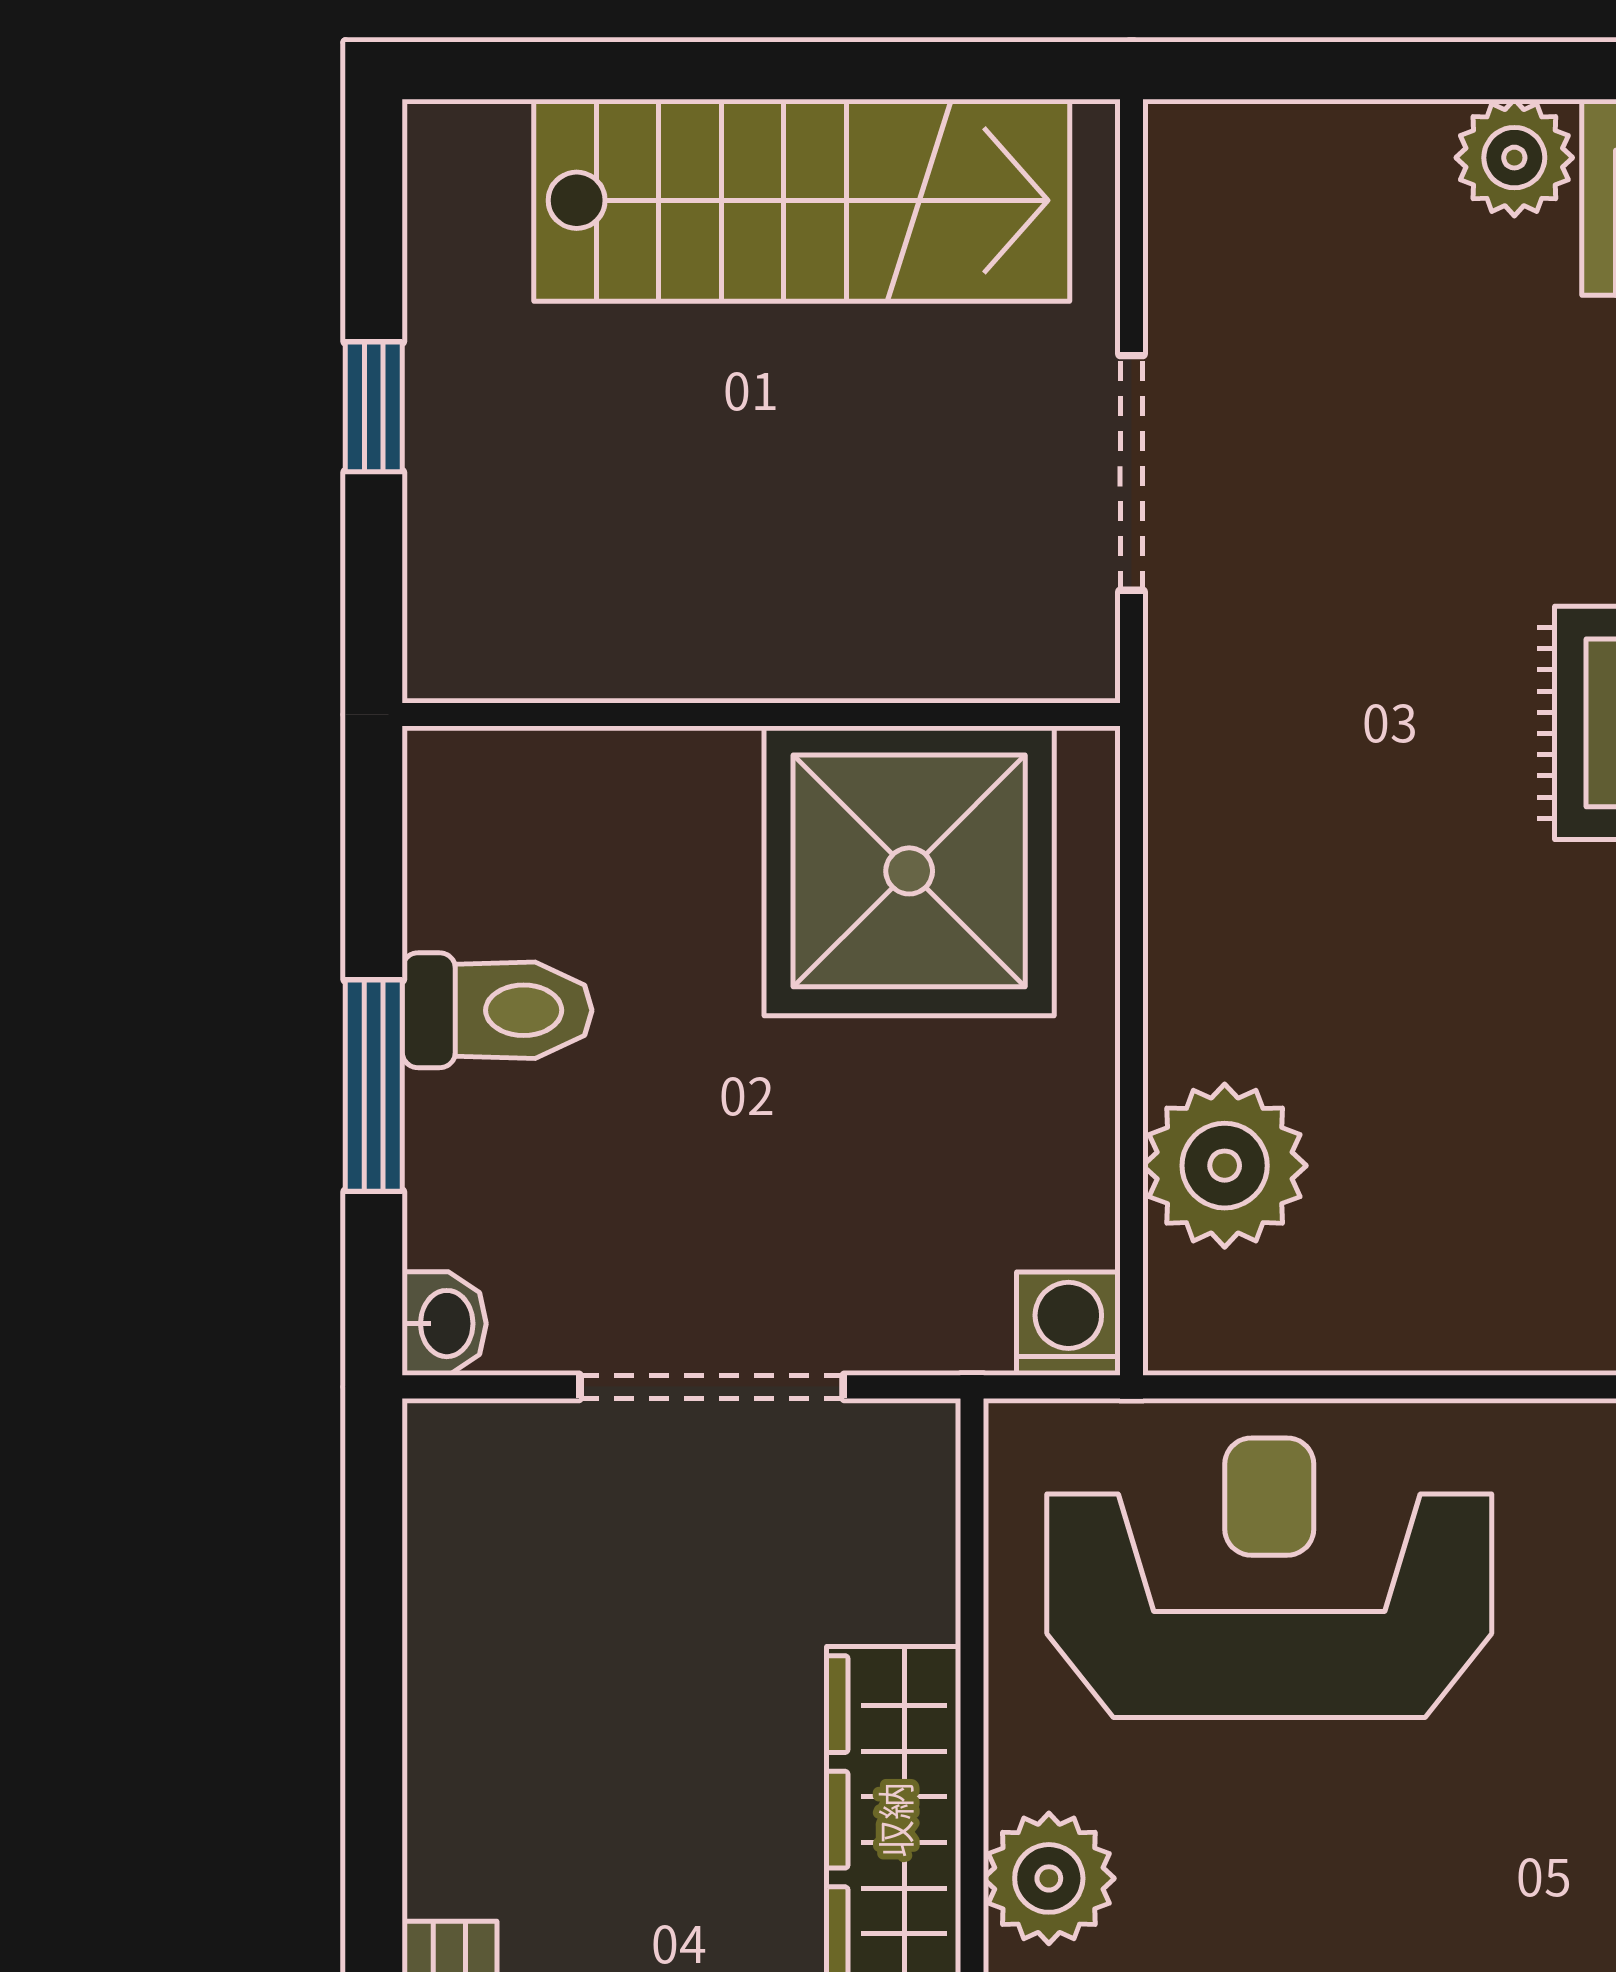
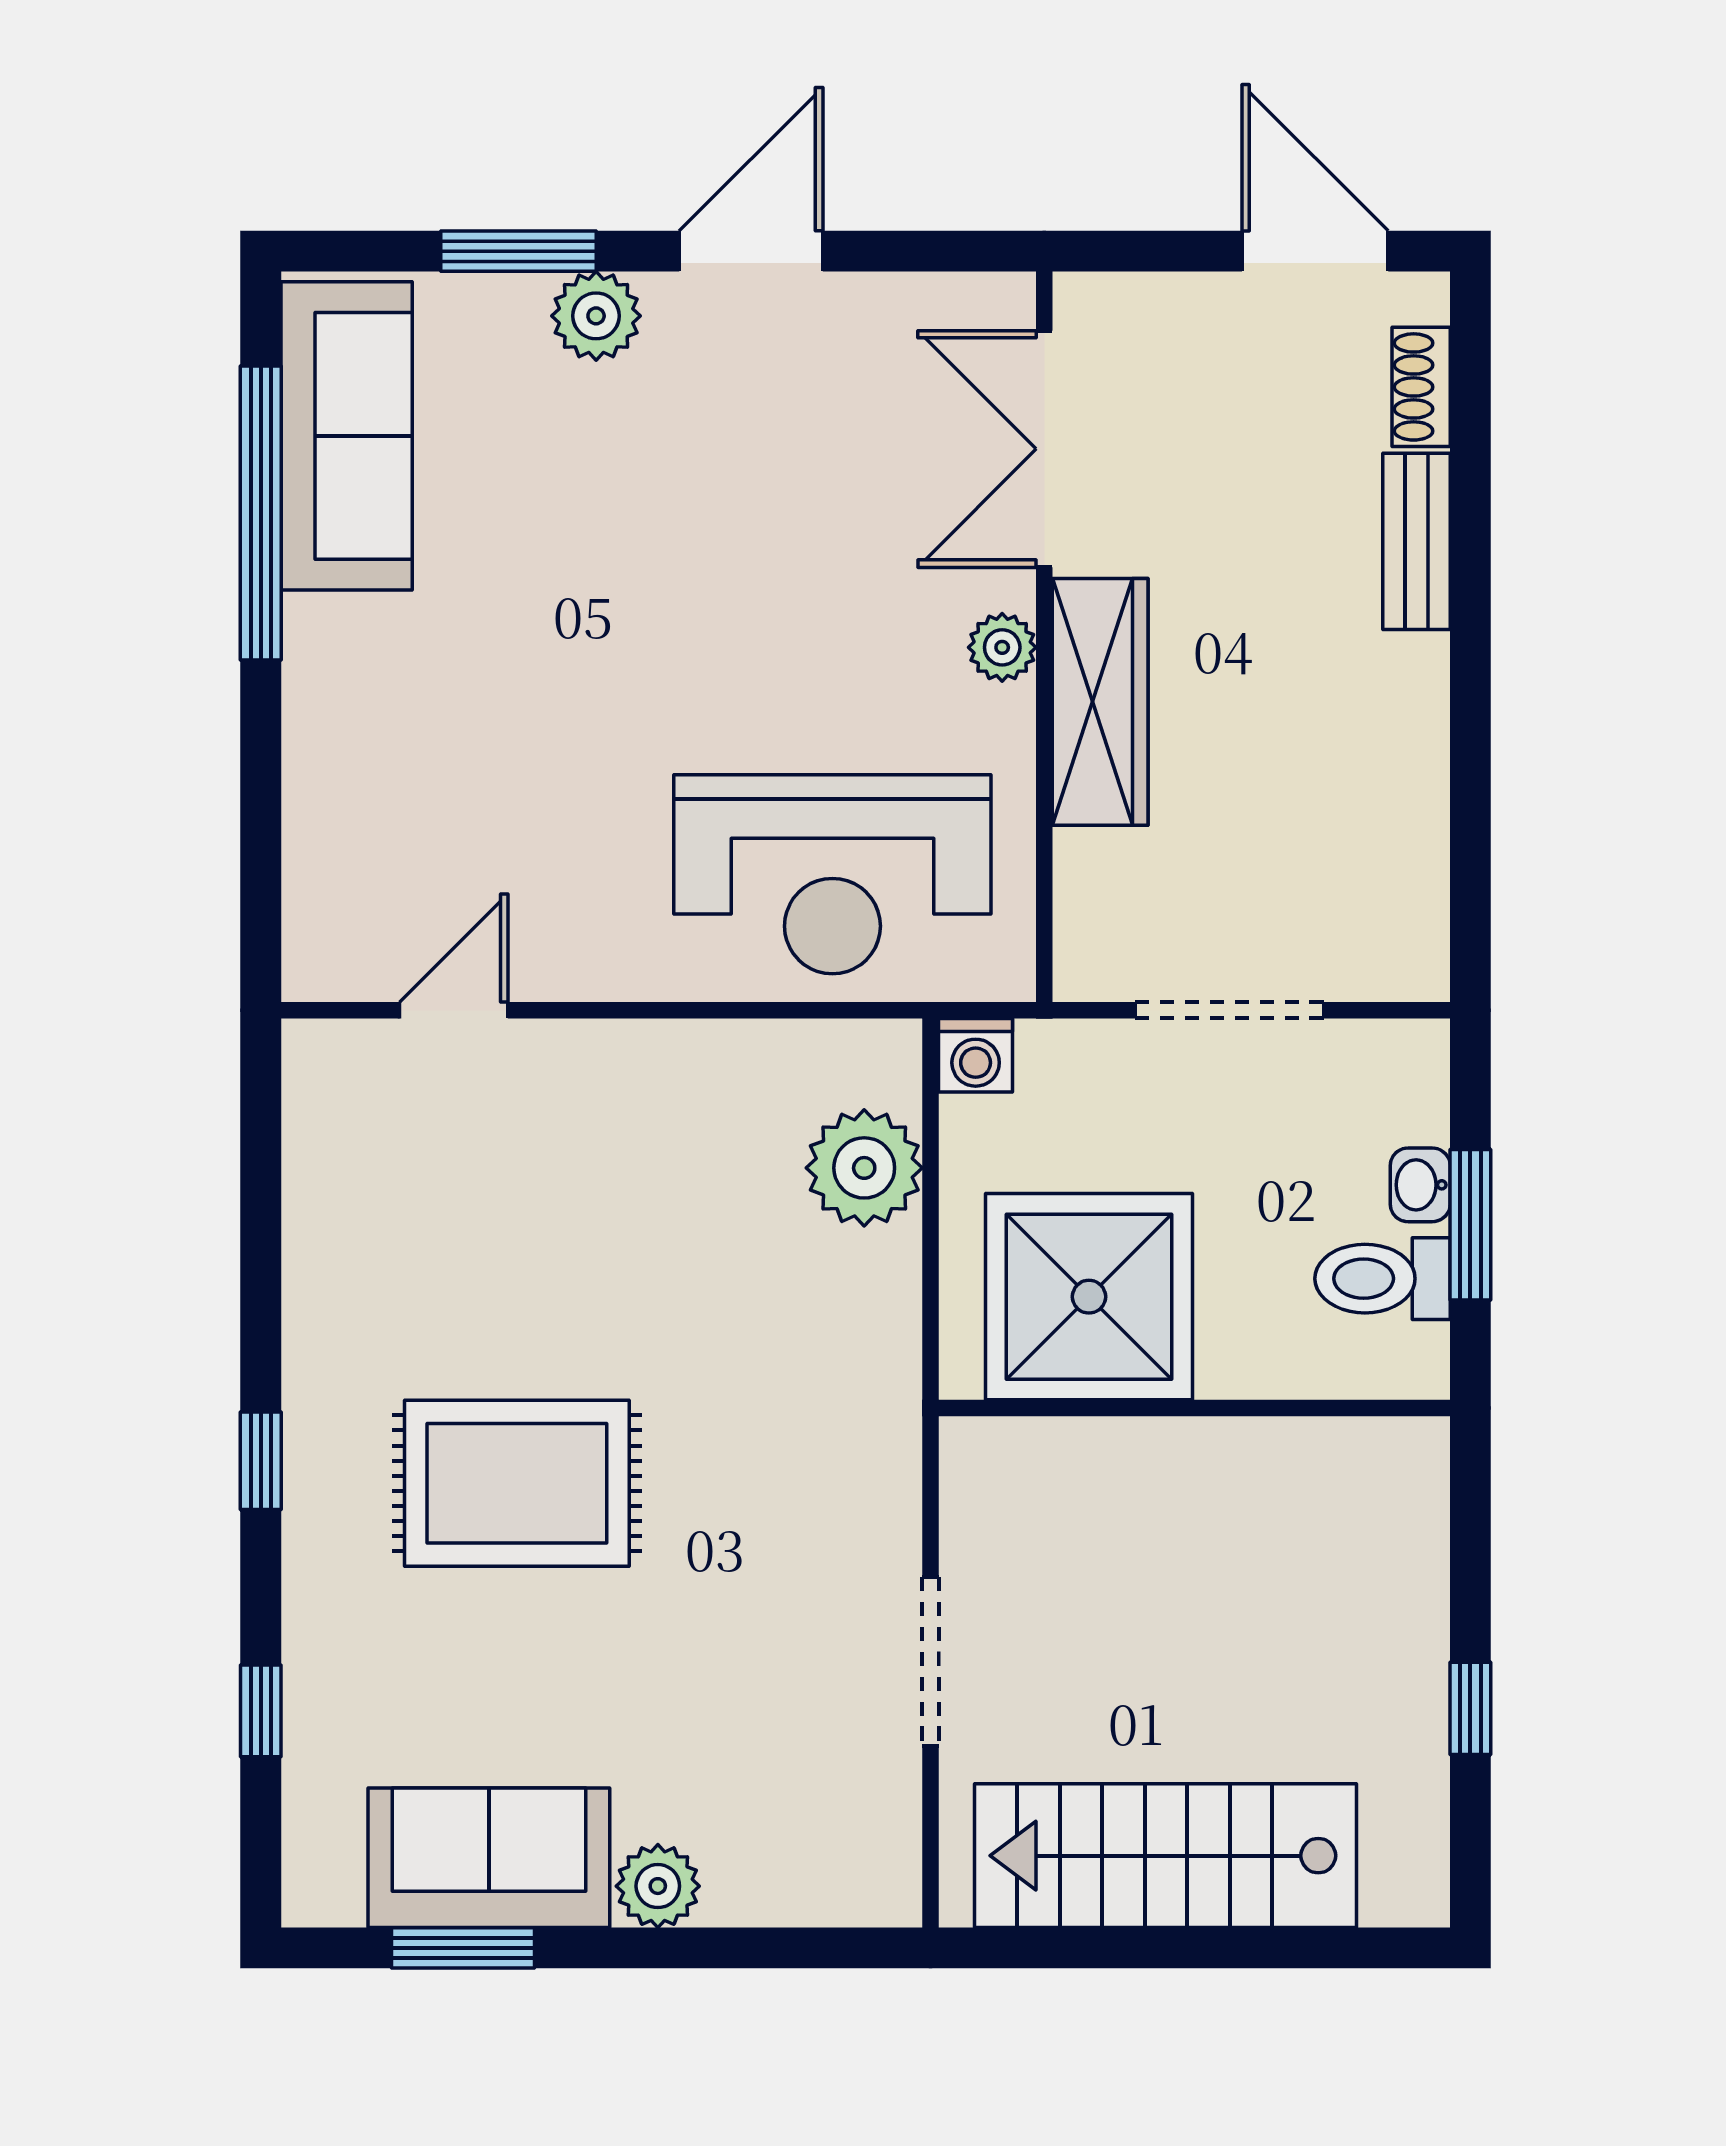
wall: (761, 715) -> (1194, 1408), moved
shower: (909, 871) -> (1089, 1297), moved
washbasin: (444, 1324) -> (1420, 1185), moved
plant: (1049, 1878) -> (1002, 647), width x0.73, depth x0.73

